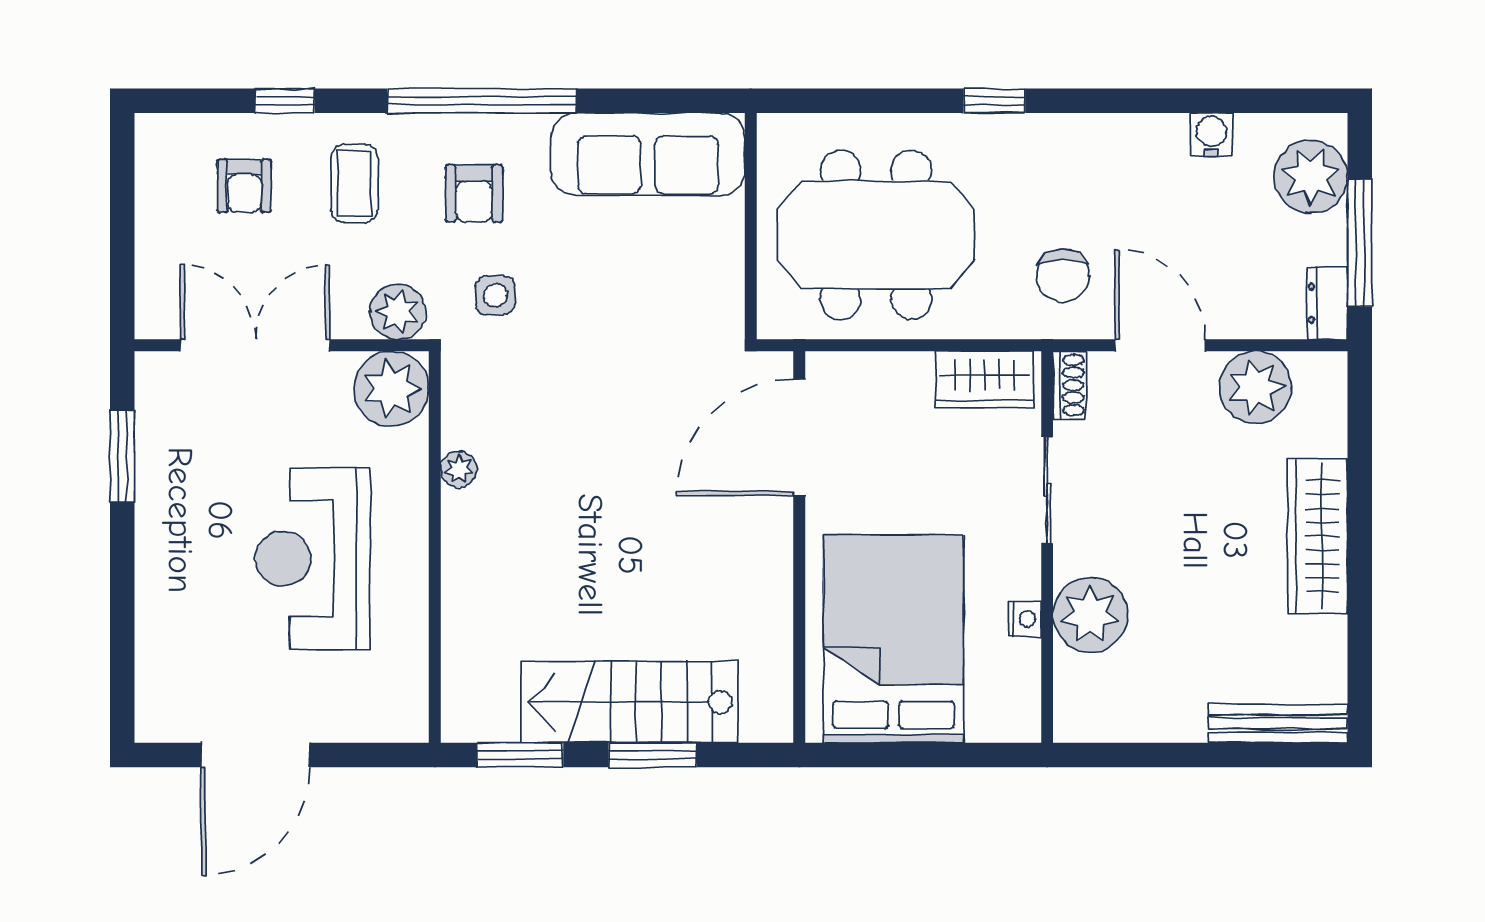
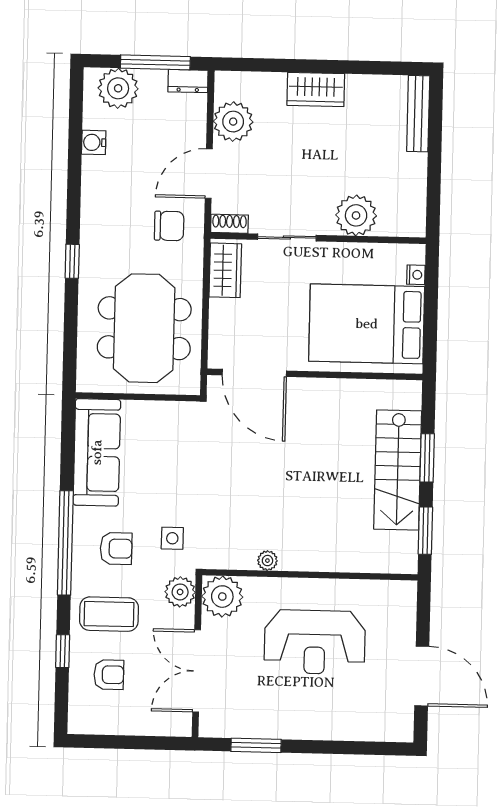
coffee table: (354, 183) -> (109, 614), width x1.36, depth x1.30
wardrobe: (1318, 536) -> (316, 89), width x0.67
nightstand: (1025, 619) -> (416, 275), moved, turned 90

